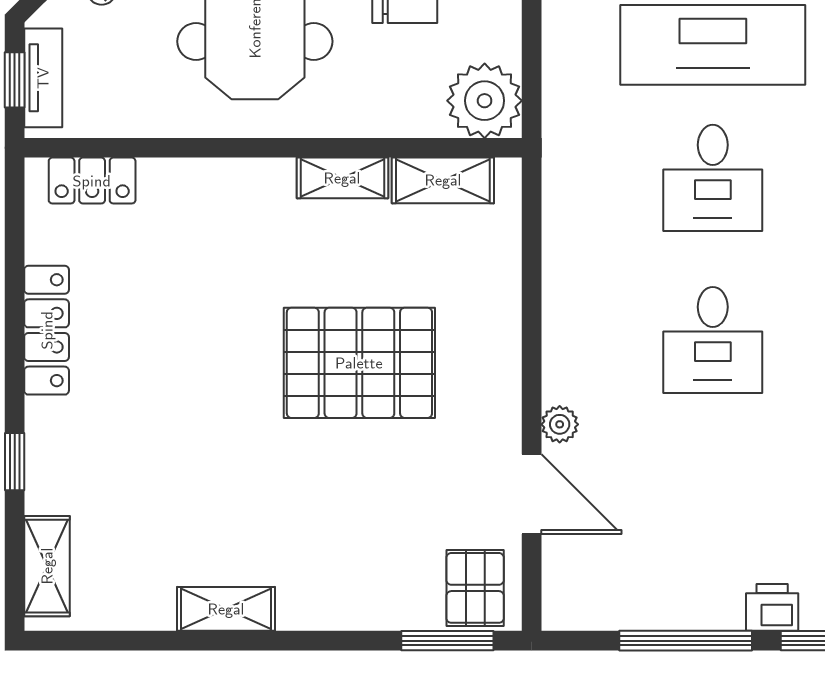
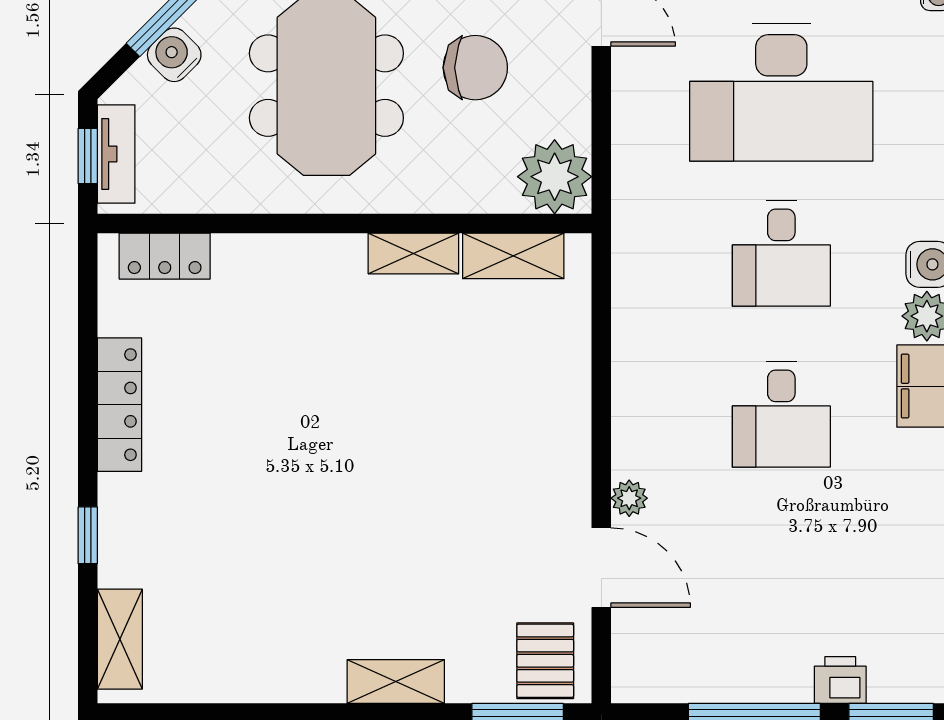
pallet: (359, 363) -> (430, 437), removed
shelving: (226, 609) -> (396, 682), moved

